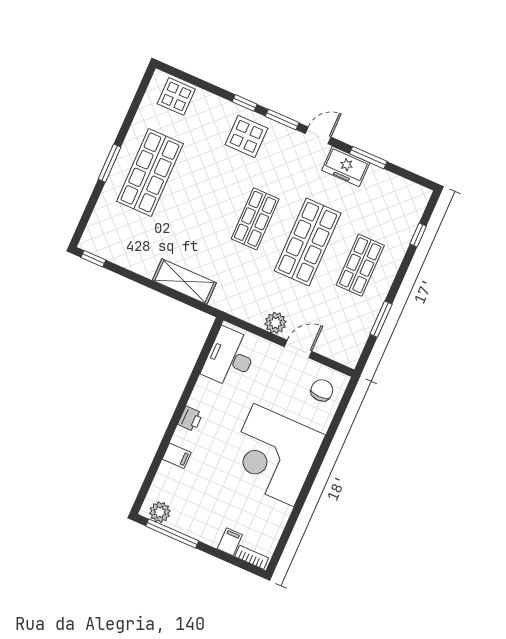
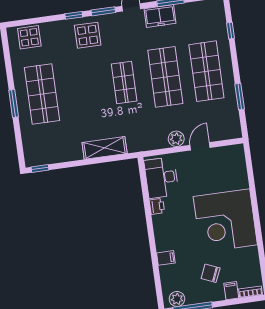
shop shelf: (360, 265) -> (206, 71), width x1.43, depth x1.36
chair: (322, 390) -> (211, 273), moved, turned -67
printer: (190, 419) -> (157, 206), moved

